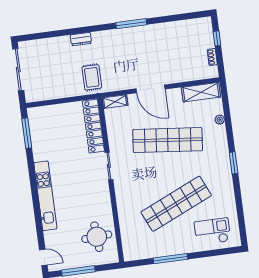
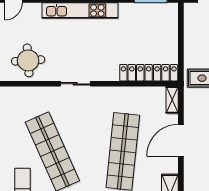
sliding door: (109, 166) -> (75, 84), moved

